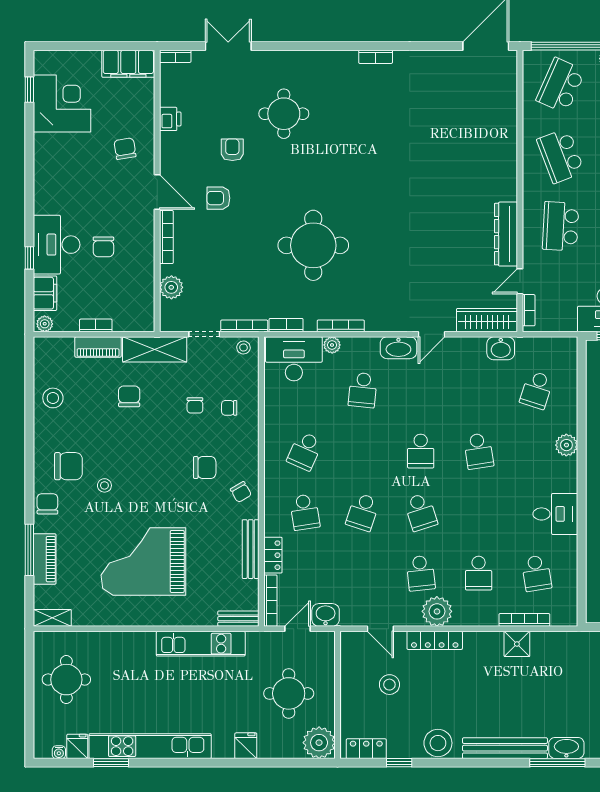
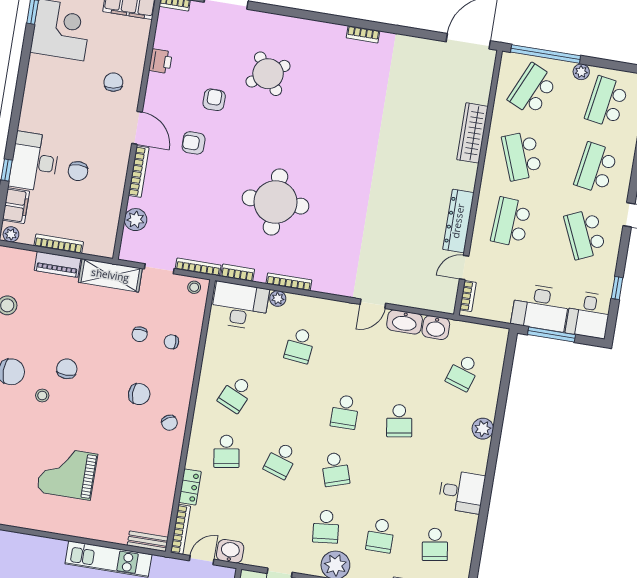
round table: (284, 114) -> (268, 74), turned -35
wardrobe: (487, 320) -> (472, 133), moved, turned -90
bookcase: (96, 325) -> (59, 244), width x1.56
washbasin: (398, 348) -> (405, 322), moved
chair: (129, 396) -> (67, 369), moved
bench: (251, 549) -> (170, 478), removed
grand piano: (143, 561) -> (67, 473), width x0.73, depth x0.68

